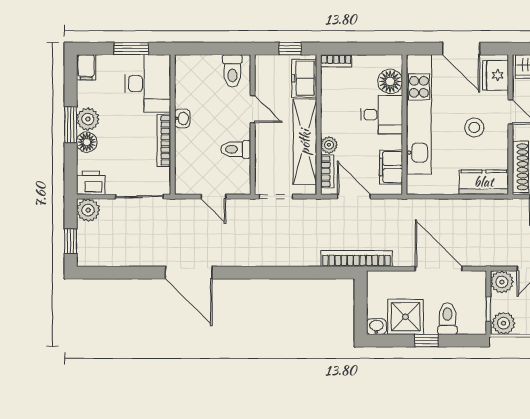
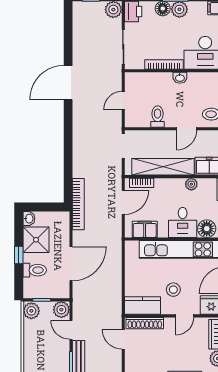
plant: (329, 145) -> (191, 184), moved
kitchen counter: (484, 182) -> (143, 305), moved, turned -90

